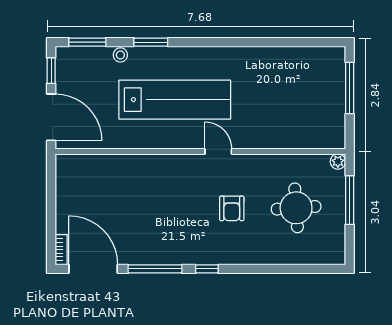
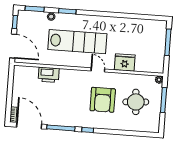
fridge: (269, 133) -> (125, 62), added
printer: (124, 168) -> (49, 75), added
armchair: (232, 208) -> (103, 100), width x1.88, depth x1.88

